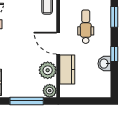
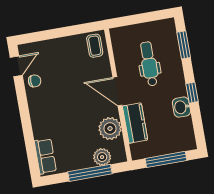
plant: (50, 91) -> (102, 157), moved
window: (86, 101) -> (166, 159), added

